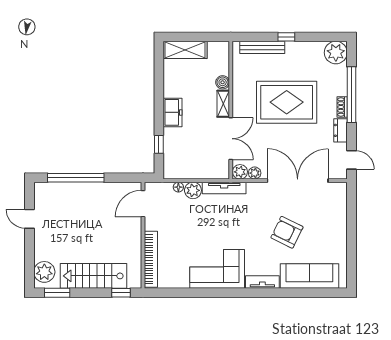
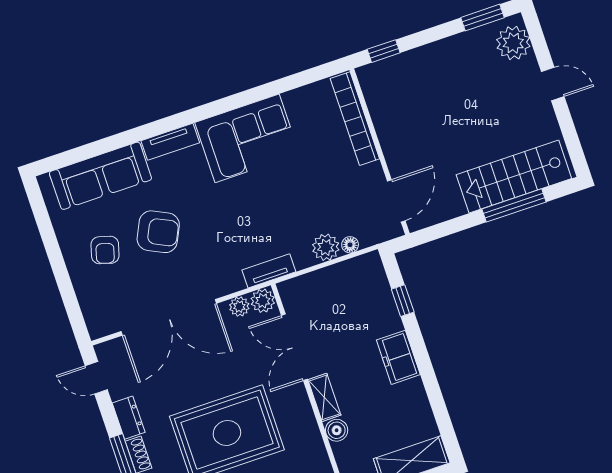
window: (76, 178) -> (514, 205), width x0.68
tv unit: (224, 188) -> (269, 271), width x0.71
door: (29, 219) -> (553, 84), moved
armchair: (321, 232) -> (105, 250), added
stairs: (93, 276) -> (514, 177), moved, turned 180

